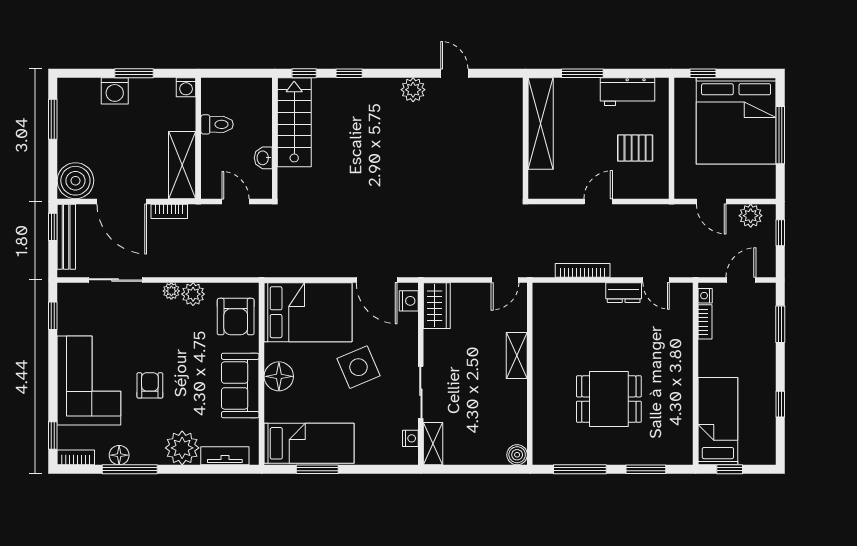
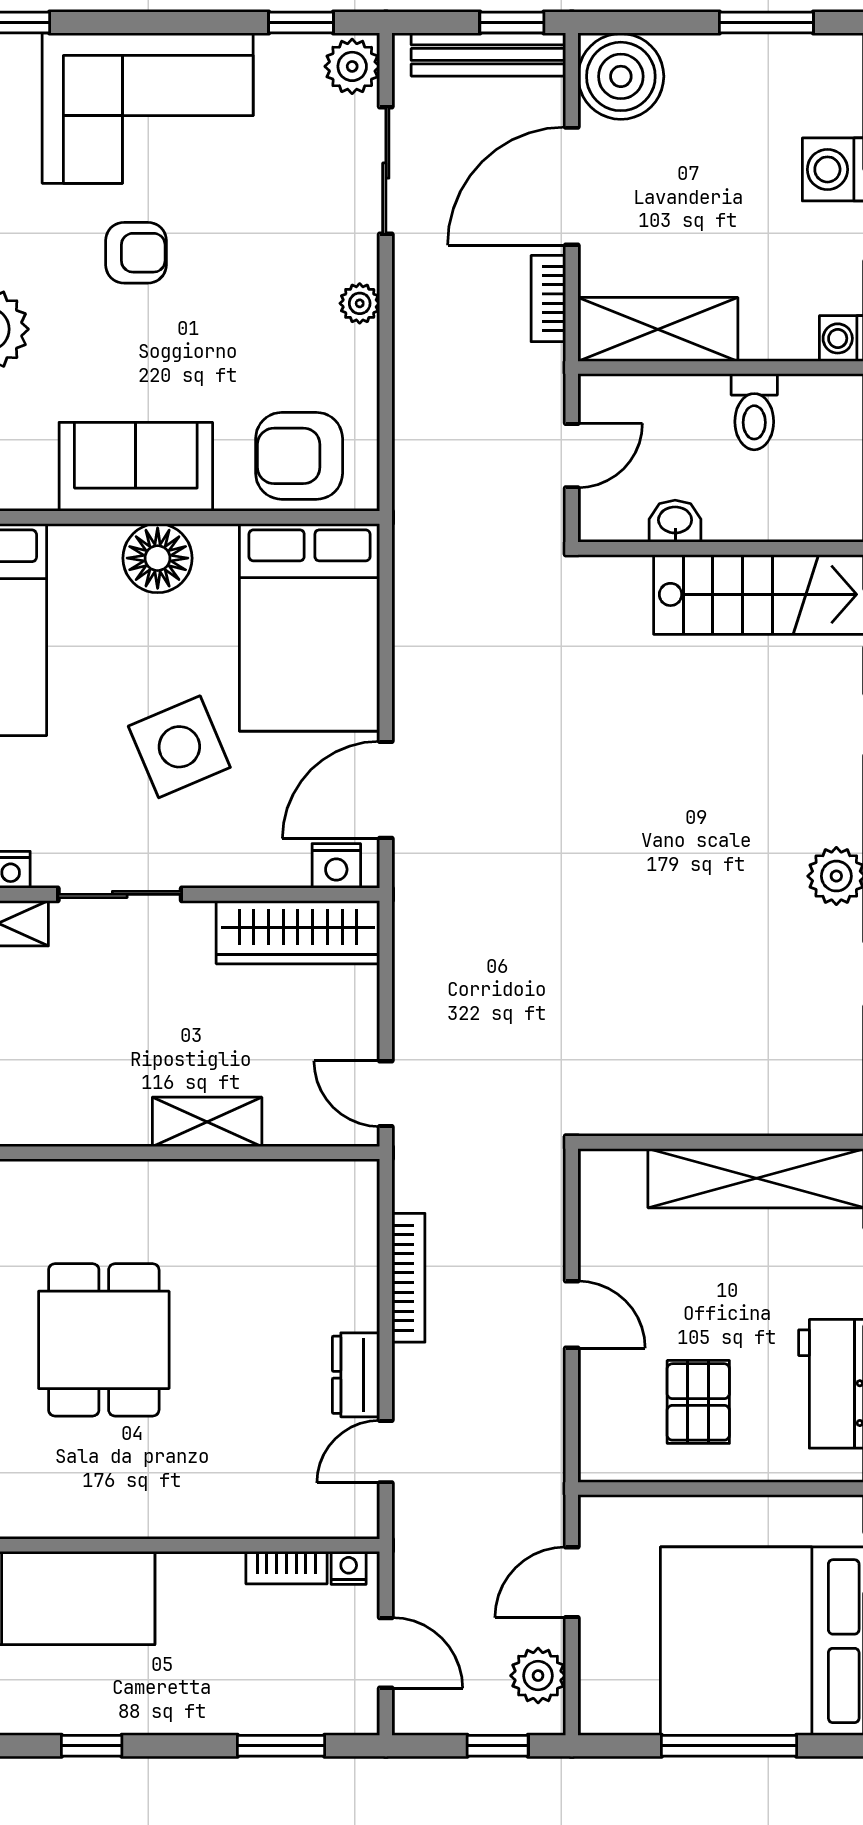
plant: (193, 294) -> (352, 66), moved
wardrobe: (437, 306) -> (298, 932), width x1.50

